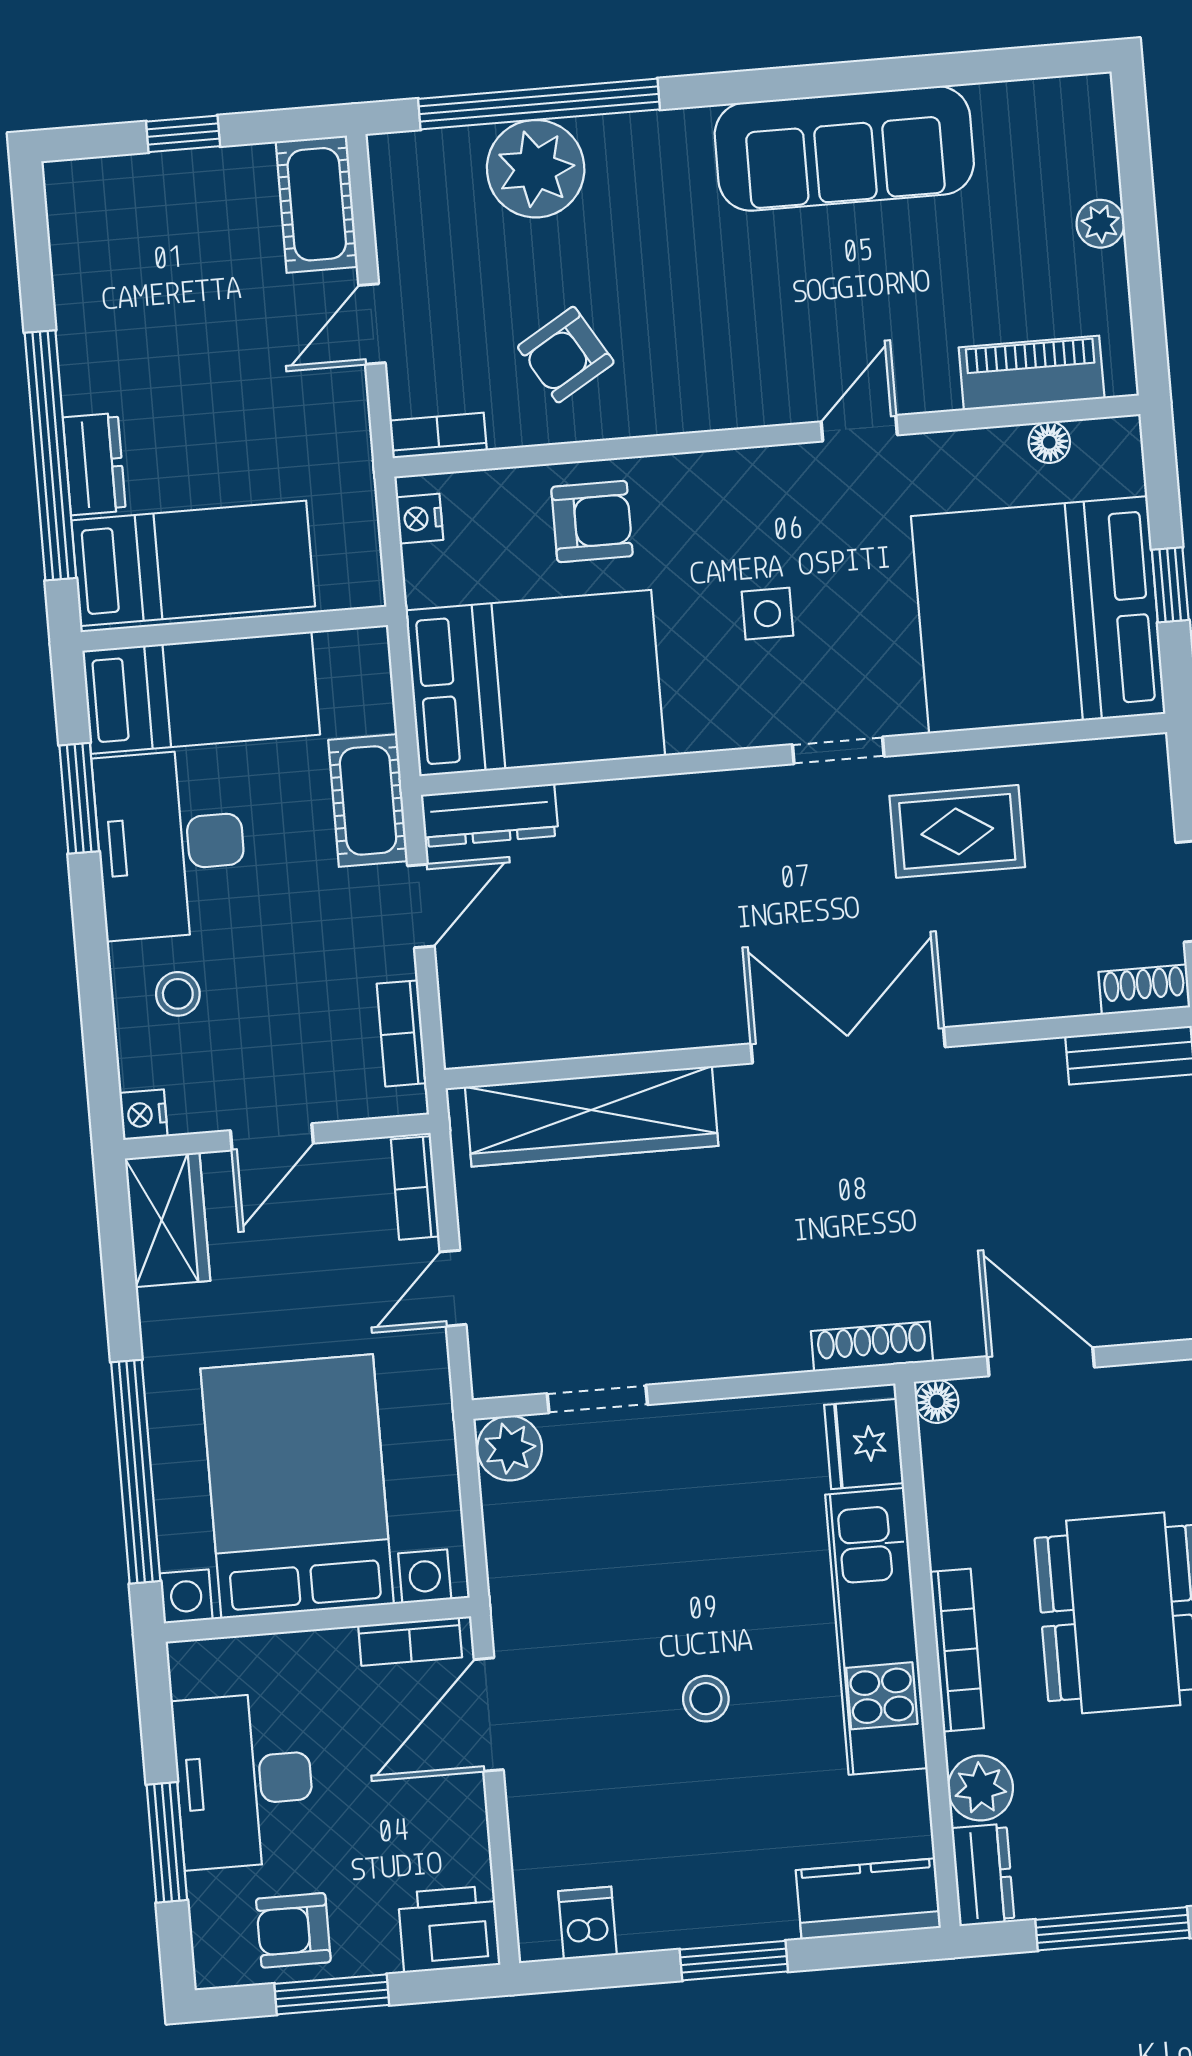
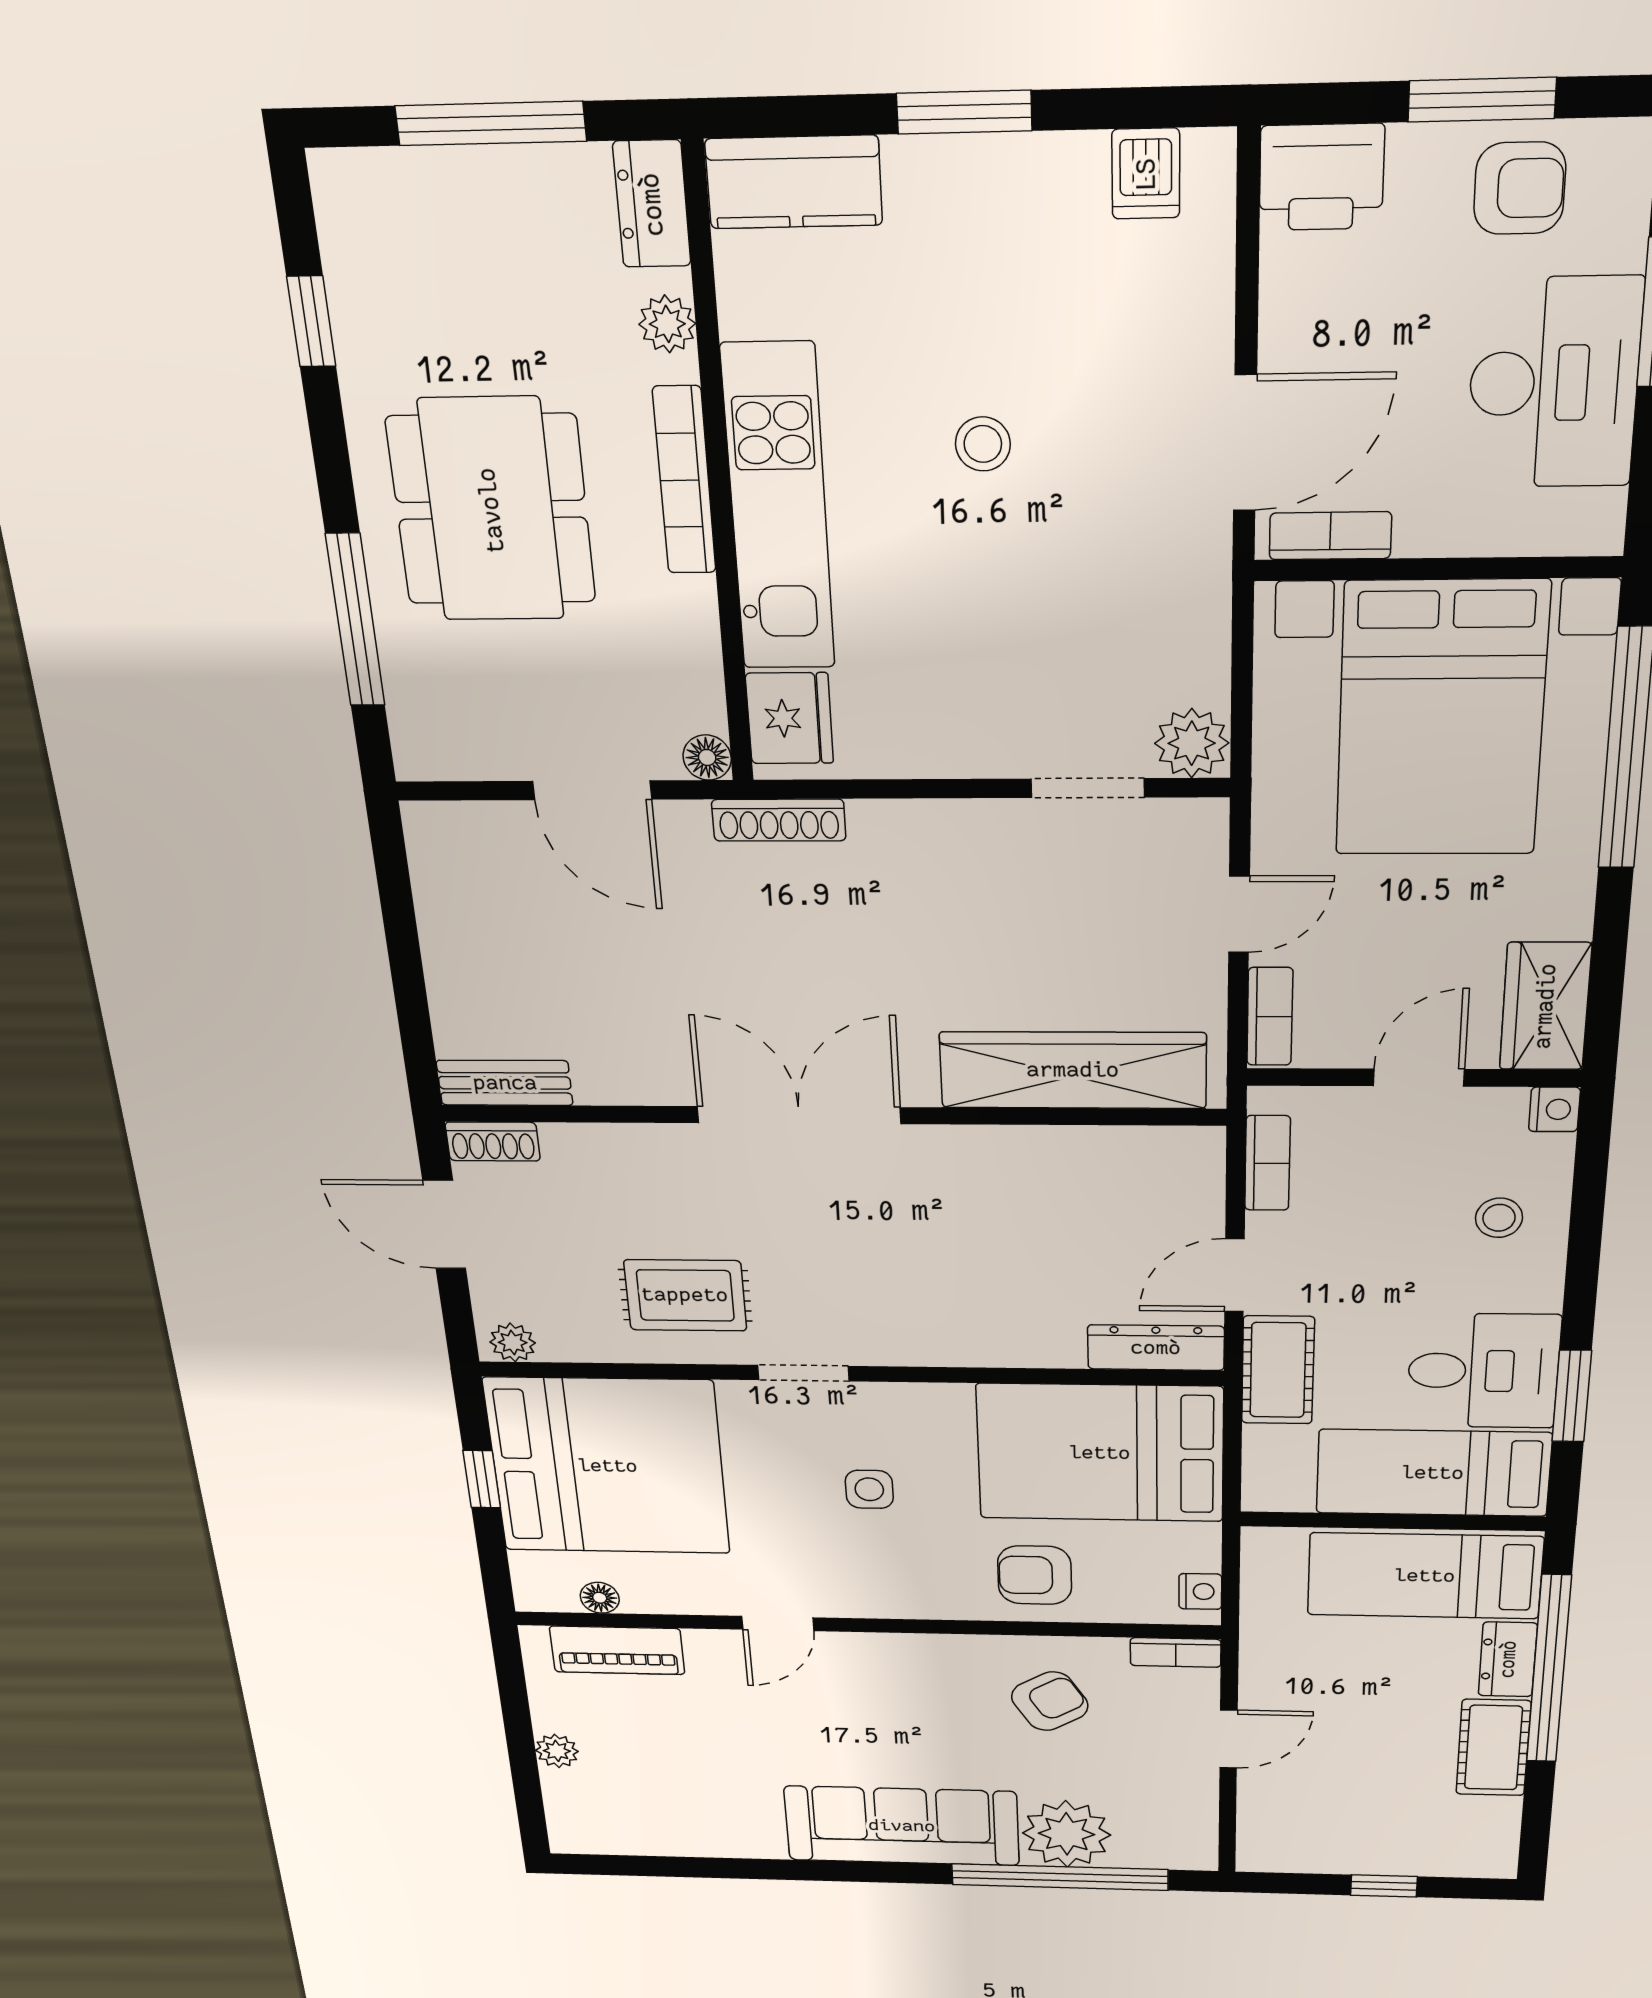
sofa: (844, 148) -> (902, 1826), moved
cot: (317, 204) -> (1493, 1748), moved
plant: (1132, 758) -> (513, 1342), added
desk: (171, 844) -> (1483, 1371), width x0.73
double door: (848, 1045) -> (799, 1115), swing flipped
plant: (980, 1788) -> (667, 324), width x0.73, depth x0.73

